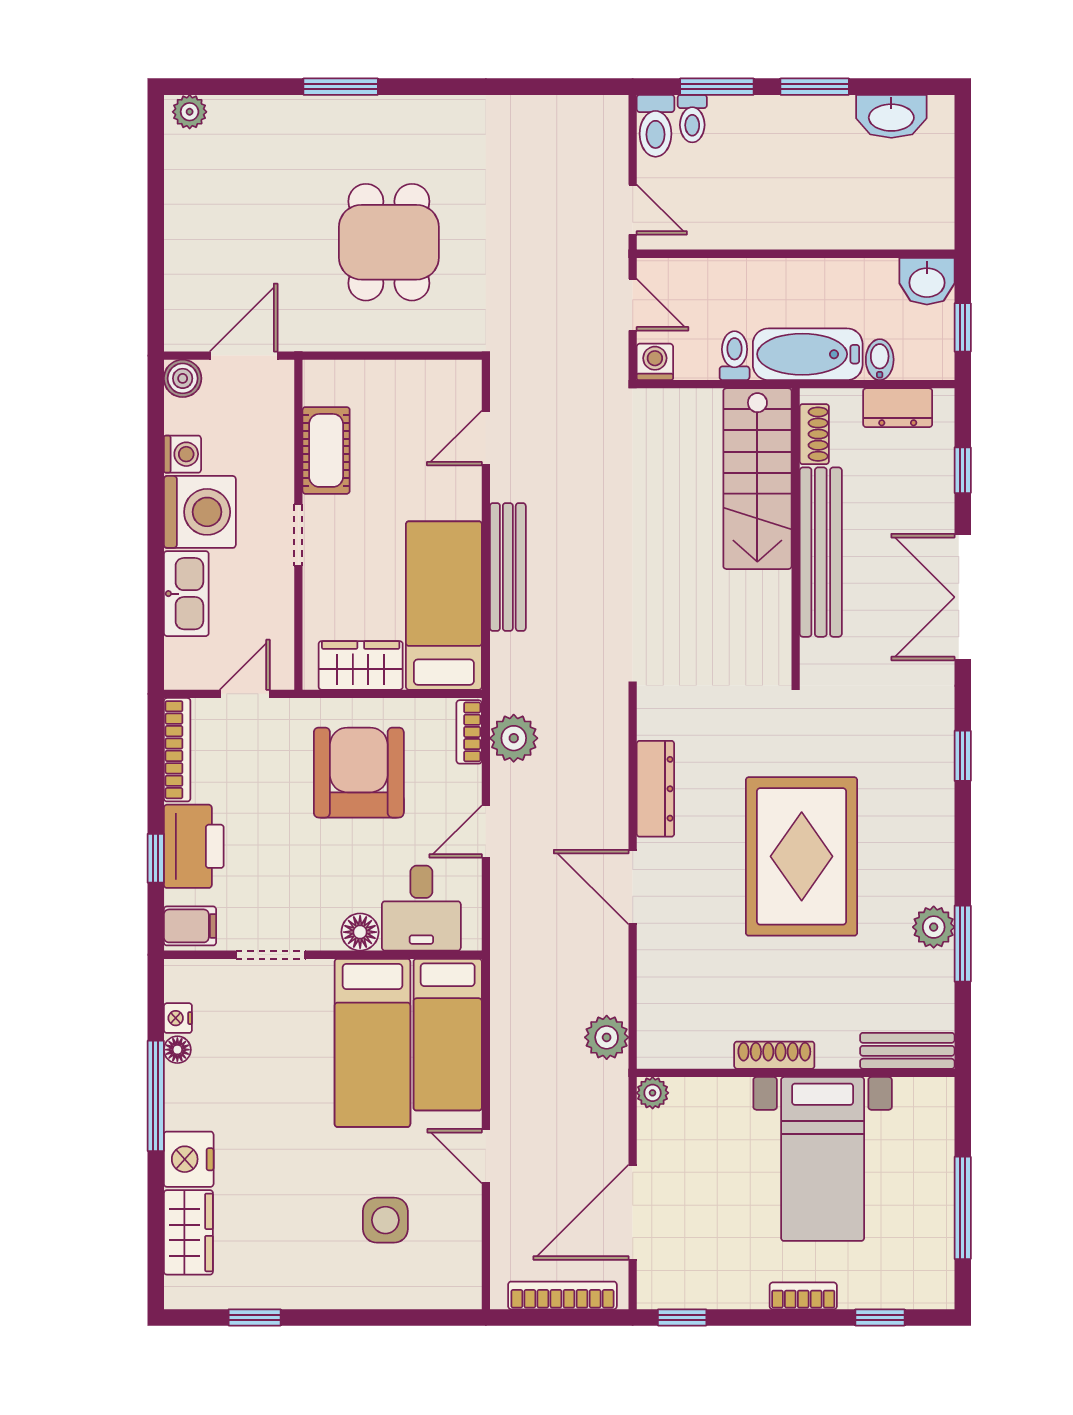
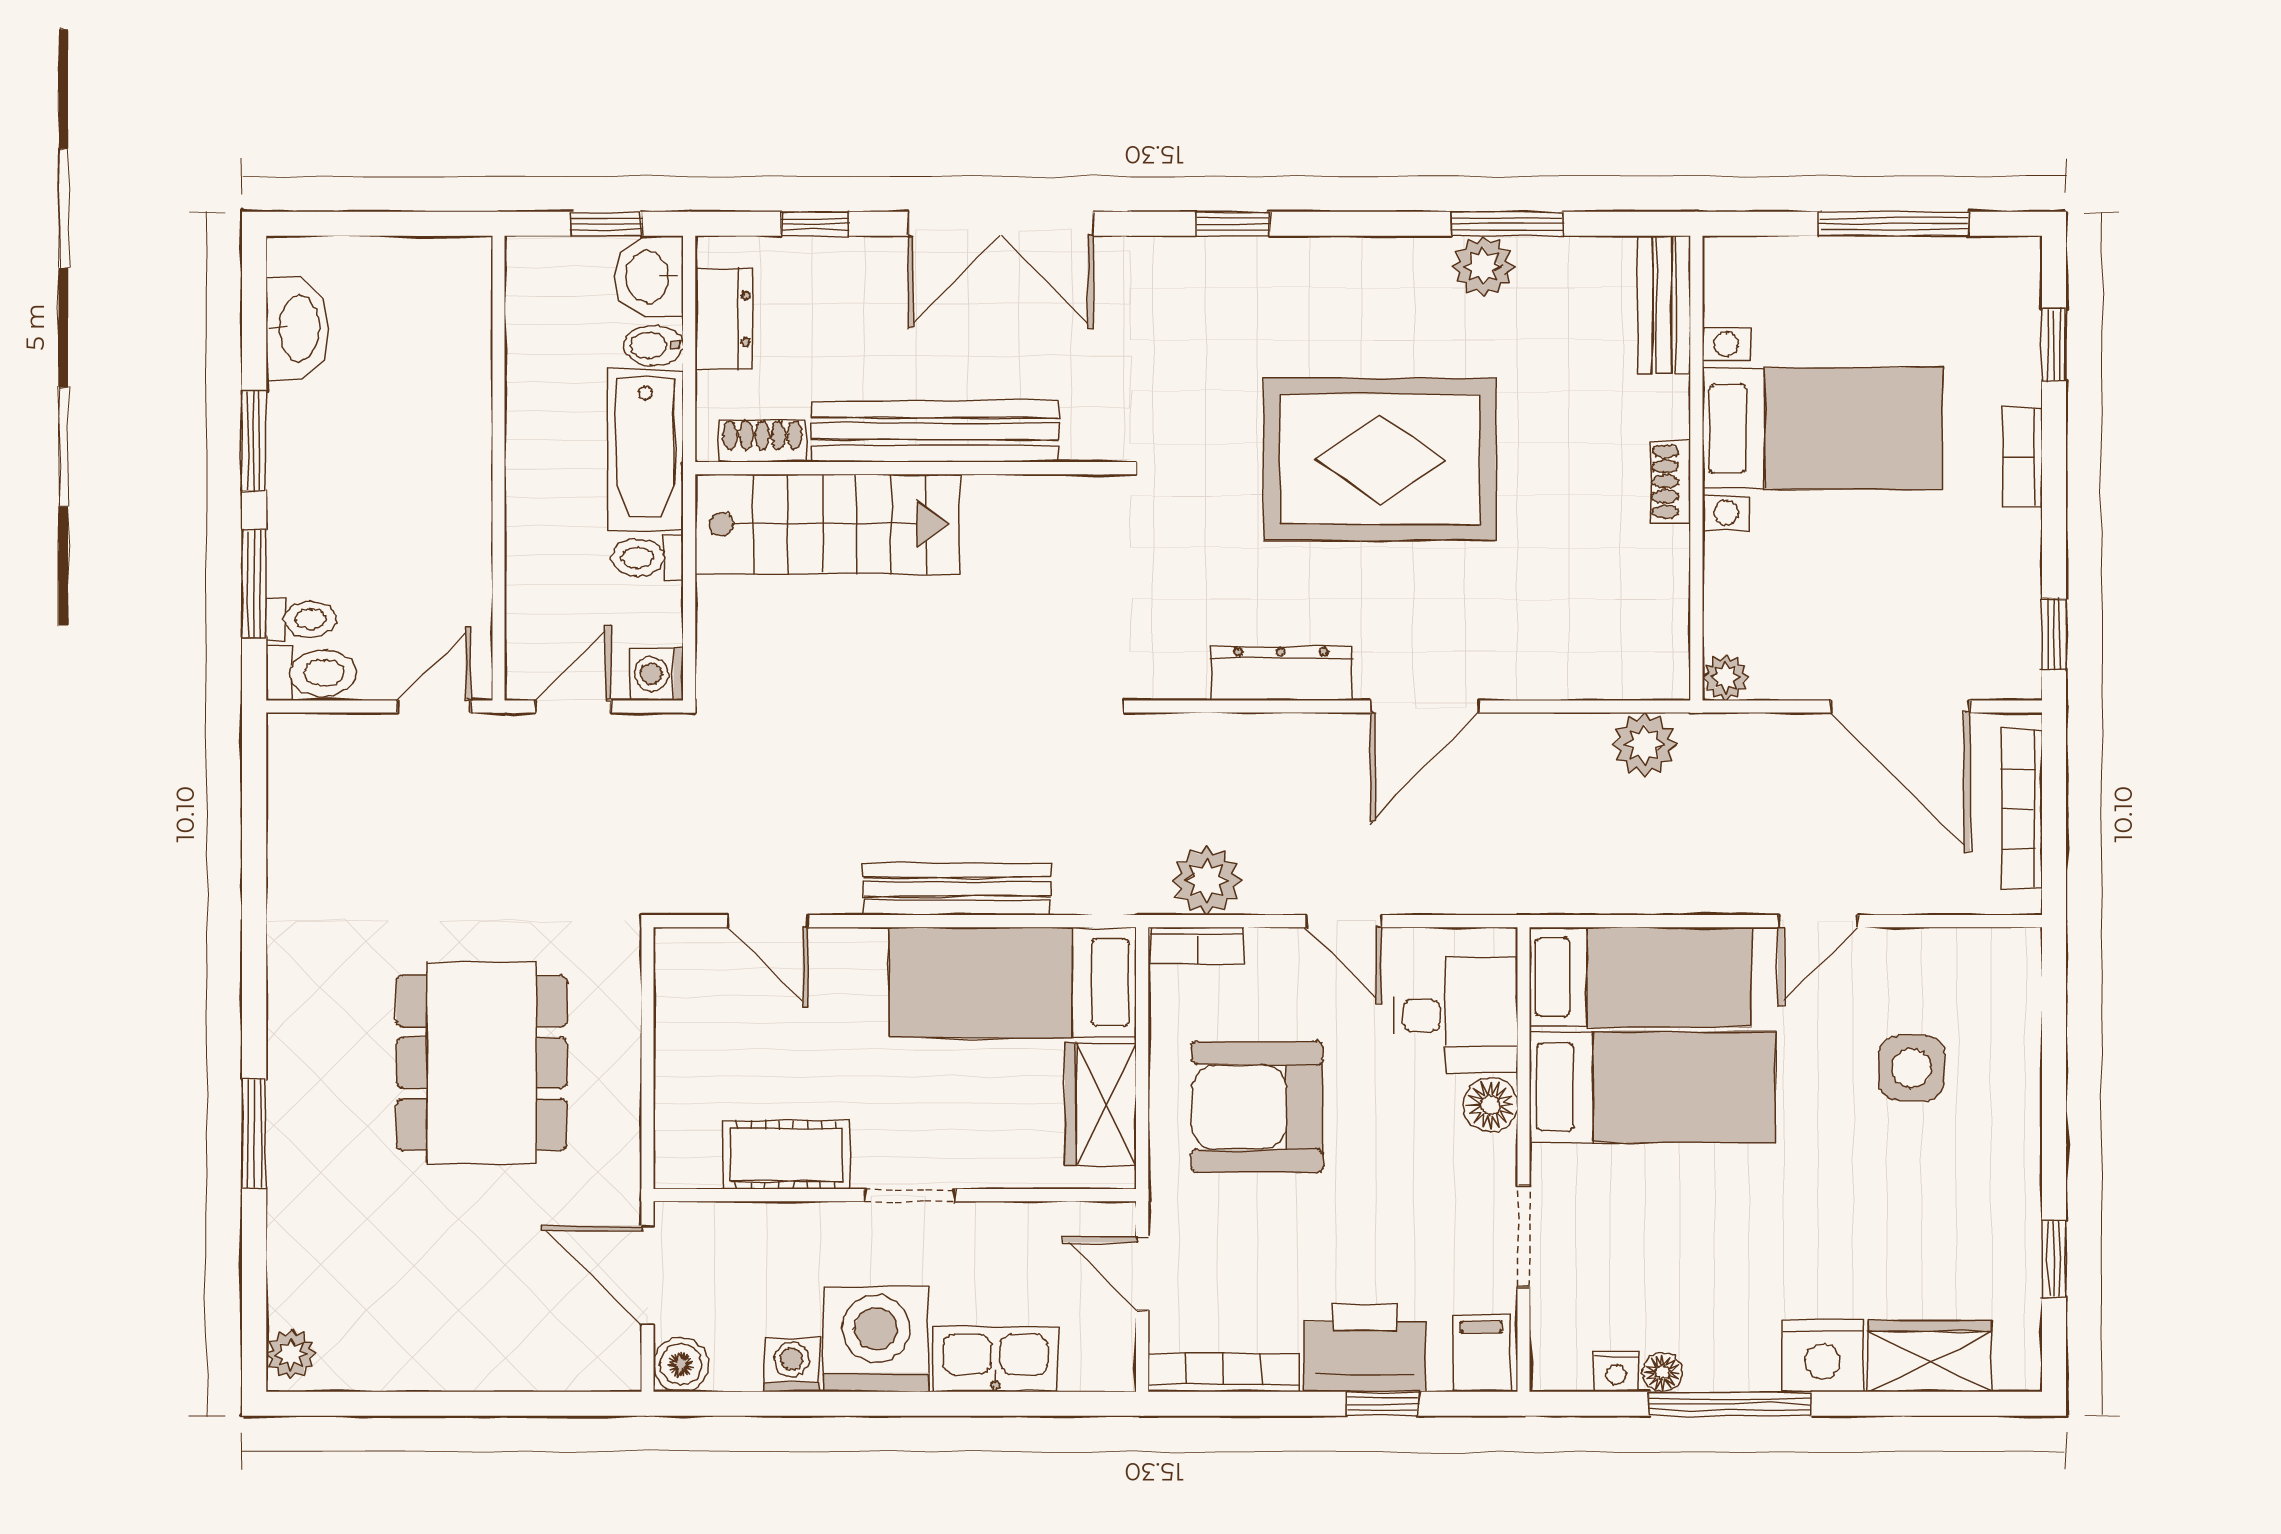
dining table: (389, 242) -> (482, 1063), width x1.38
washbasin: (927, 281) -> (649, 276), moved, turned 180
shoe rack: (774, 1055) -> (1670, 482), width x0.70

